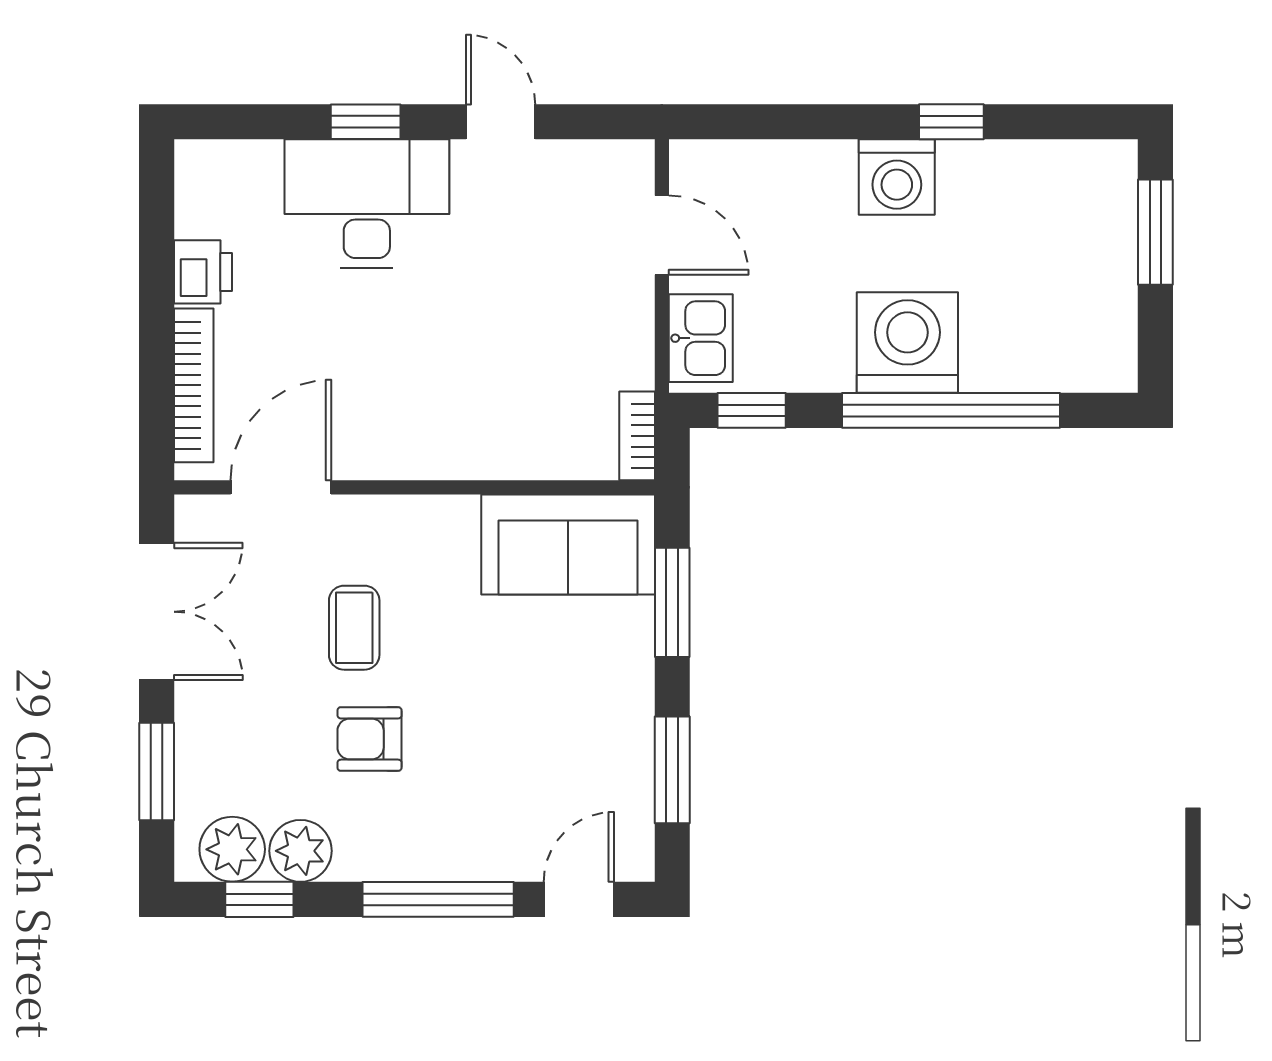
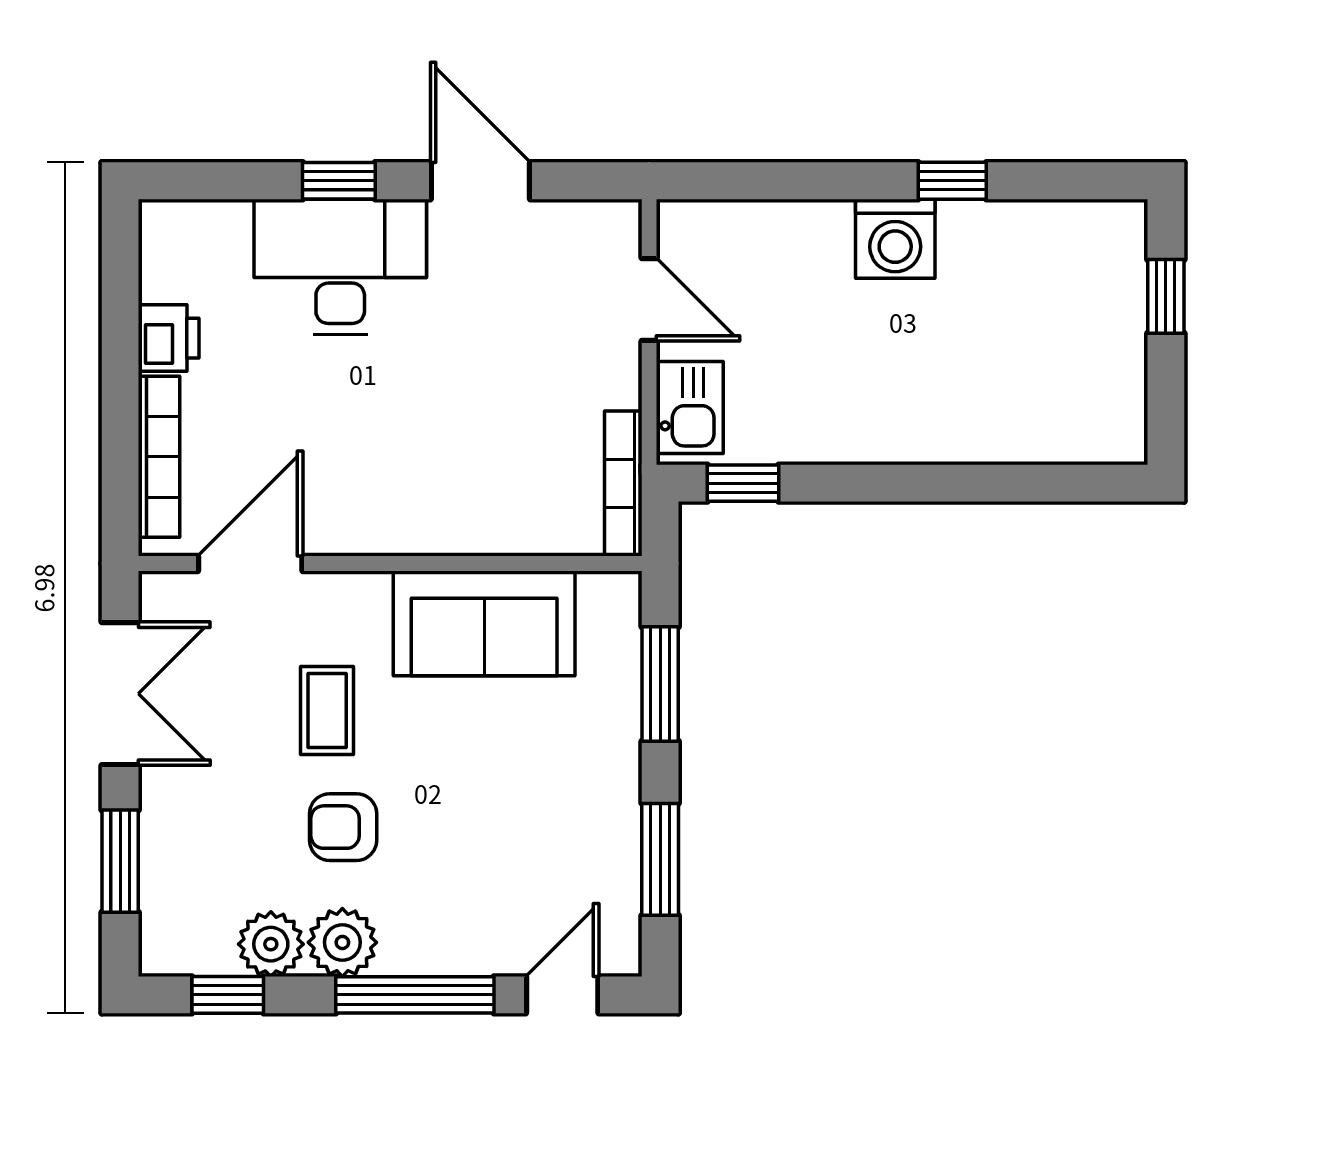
door: (501, 122) -> (480, 181), width x1.38
window: (1155, 232) -> (1166, 296), width x0.67
washing machine: (907, 342) -> (906, 412), removed
window: (951, 410) -> (952, 483), removed
bookcase: (637, 436) -> (623, 484), width x1.56
sofa: (568, 544) -> (484, 623), moved
plant: (232, 849) -> (342, 942), moved

